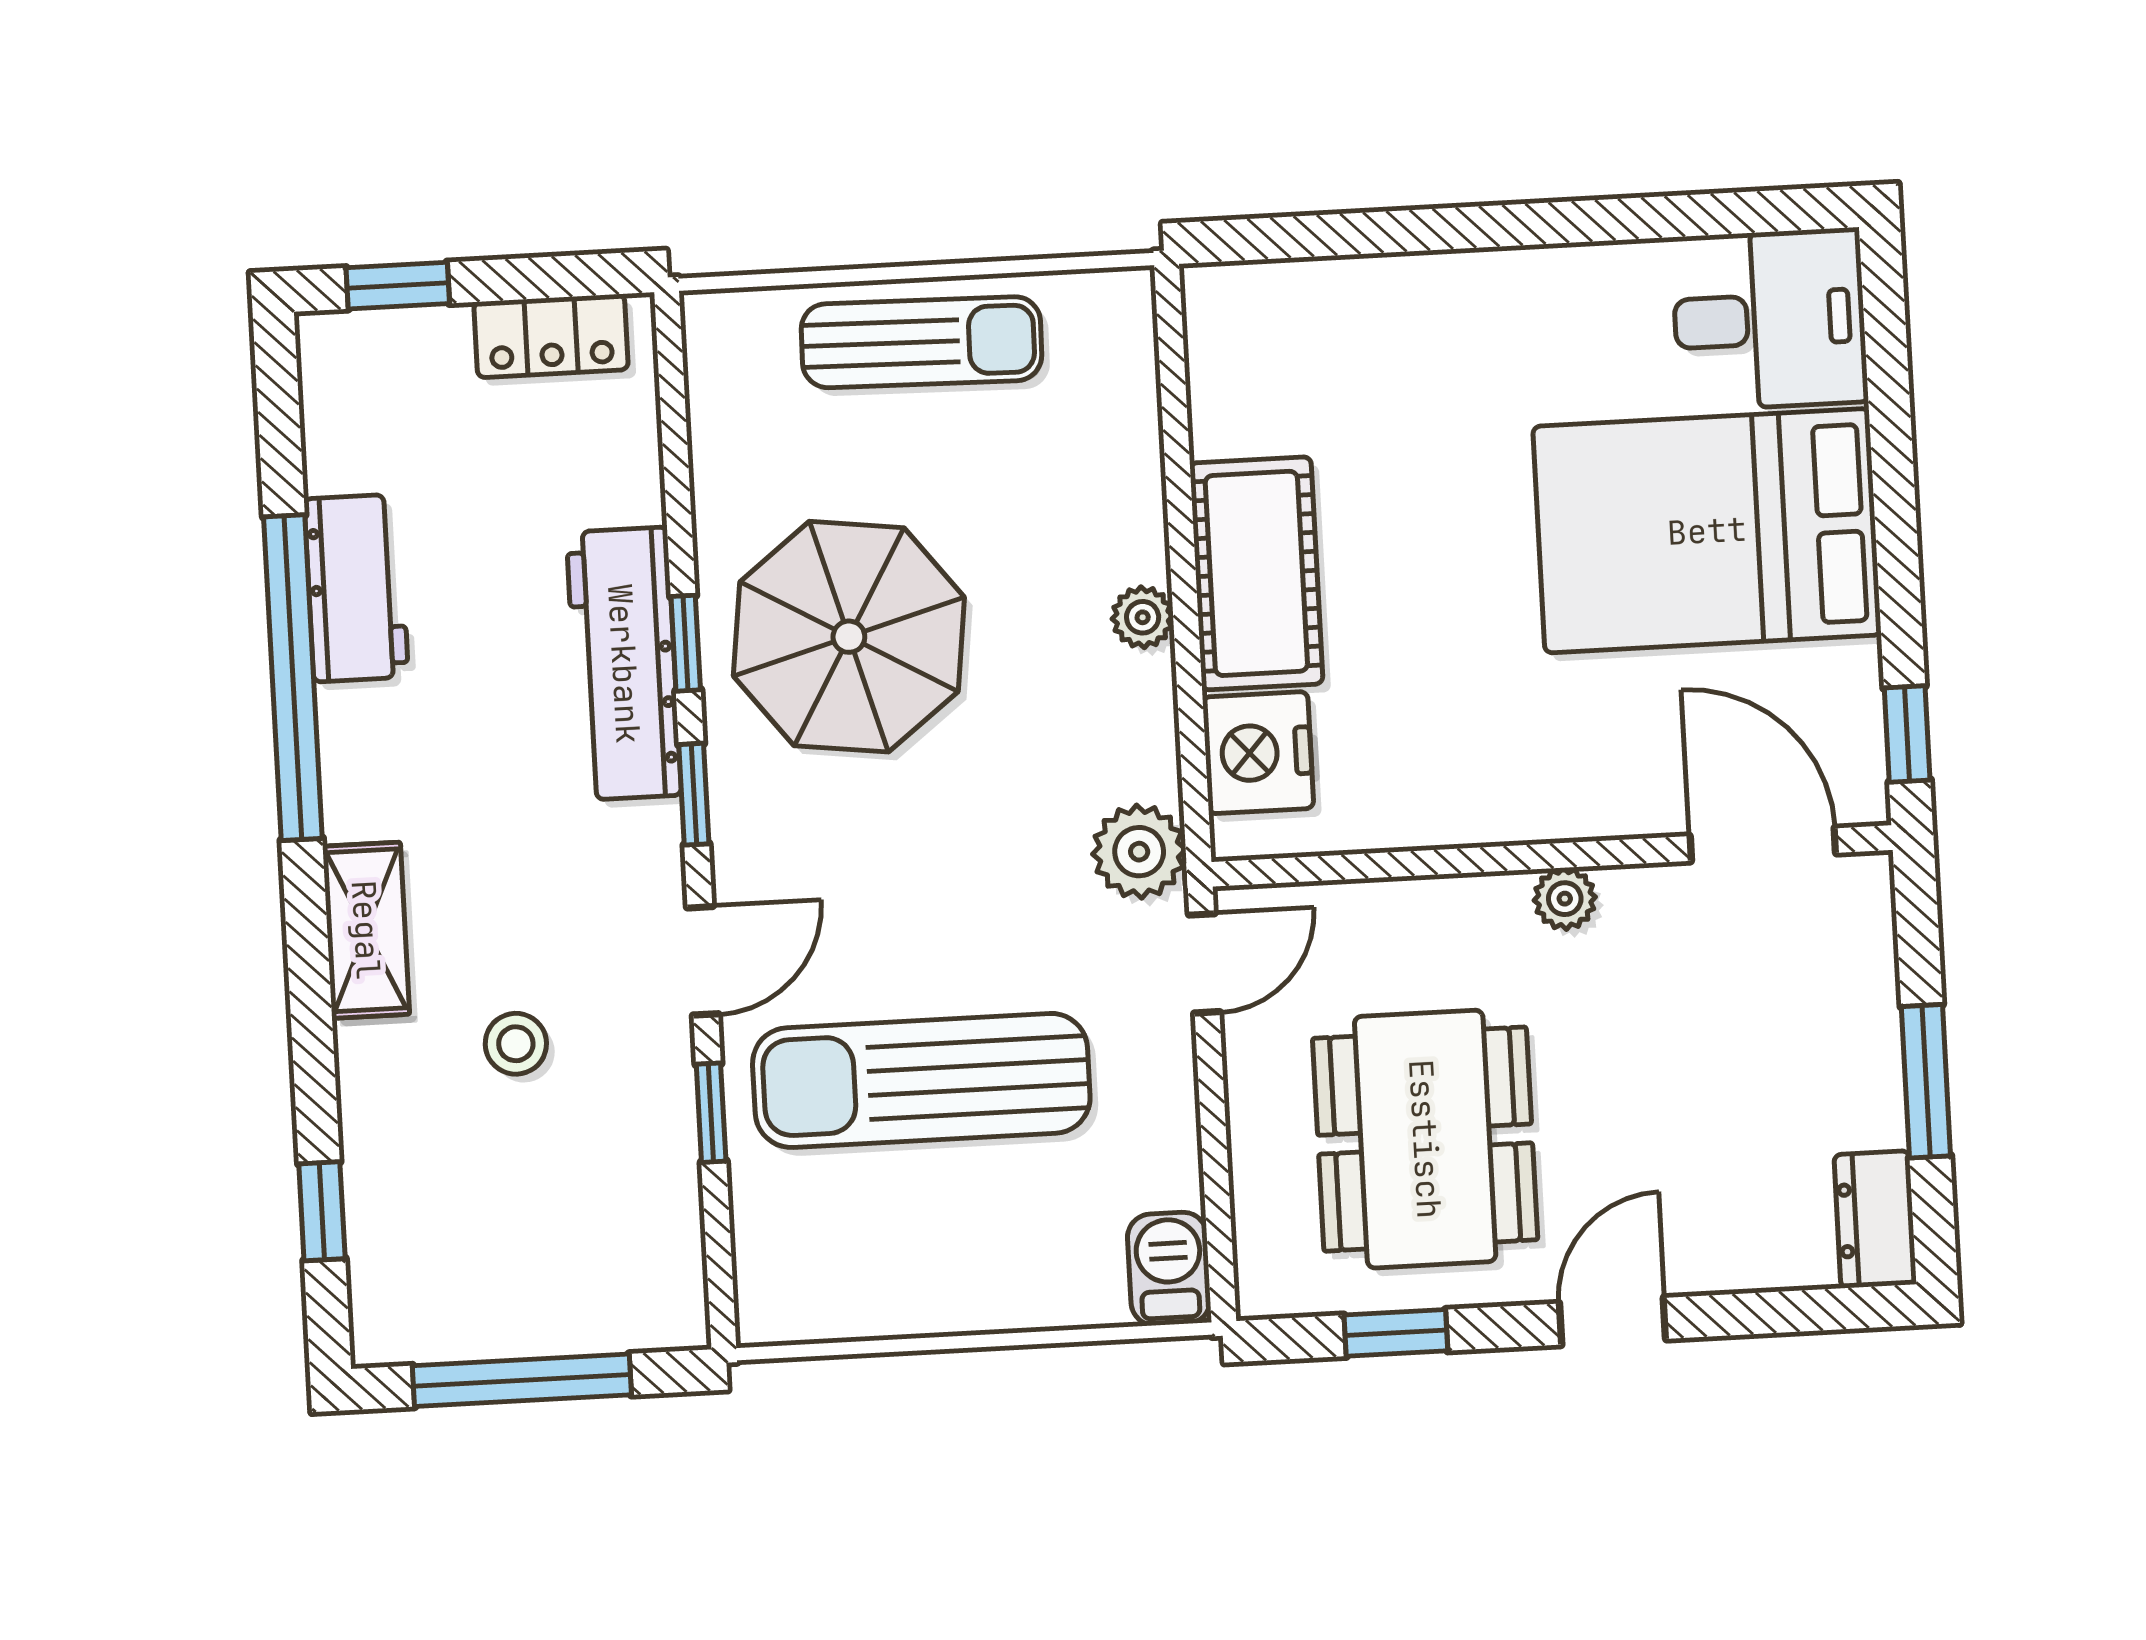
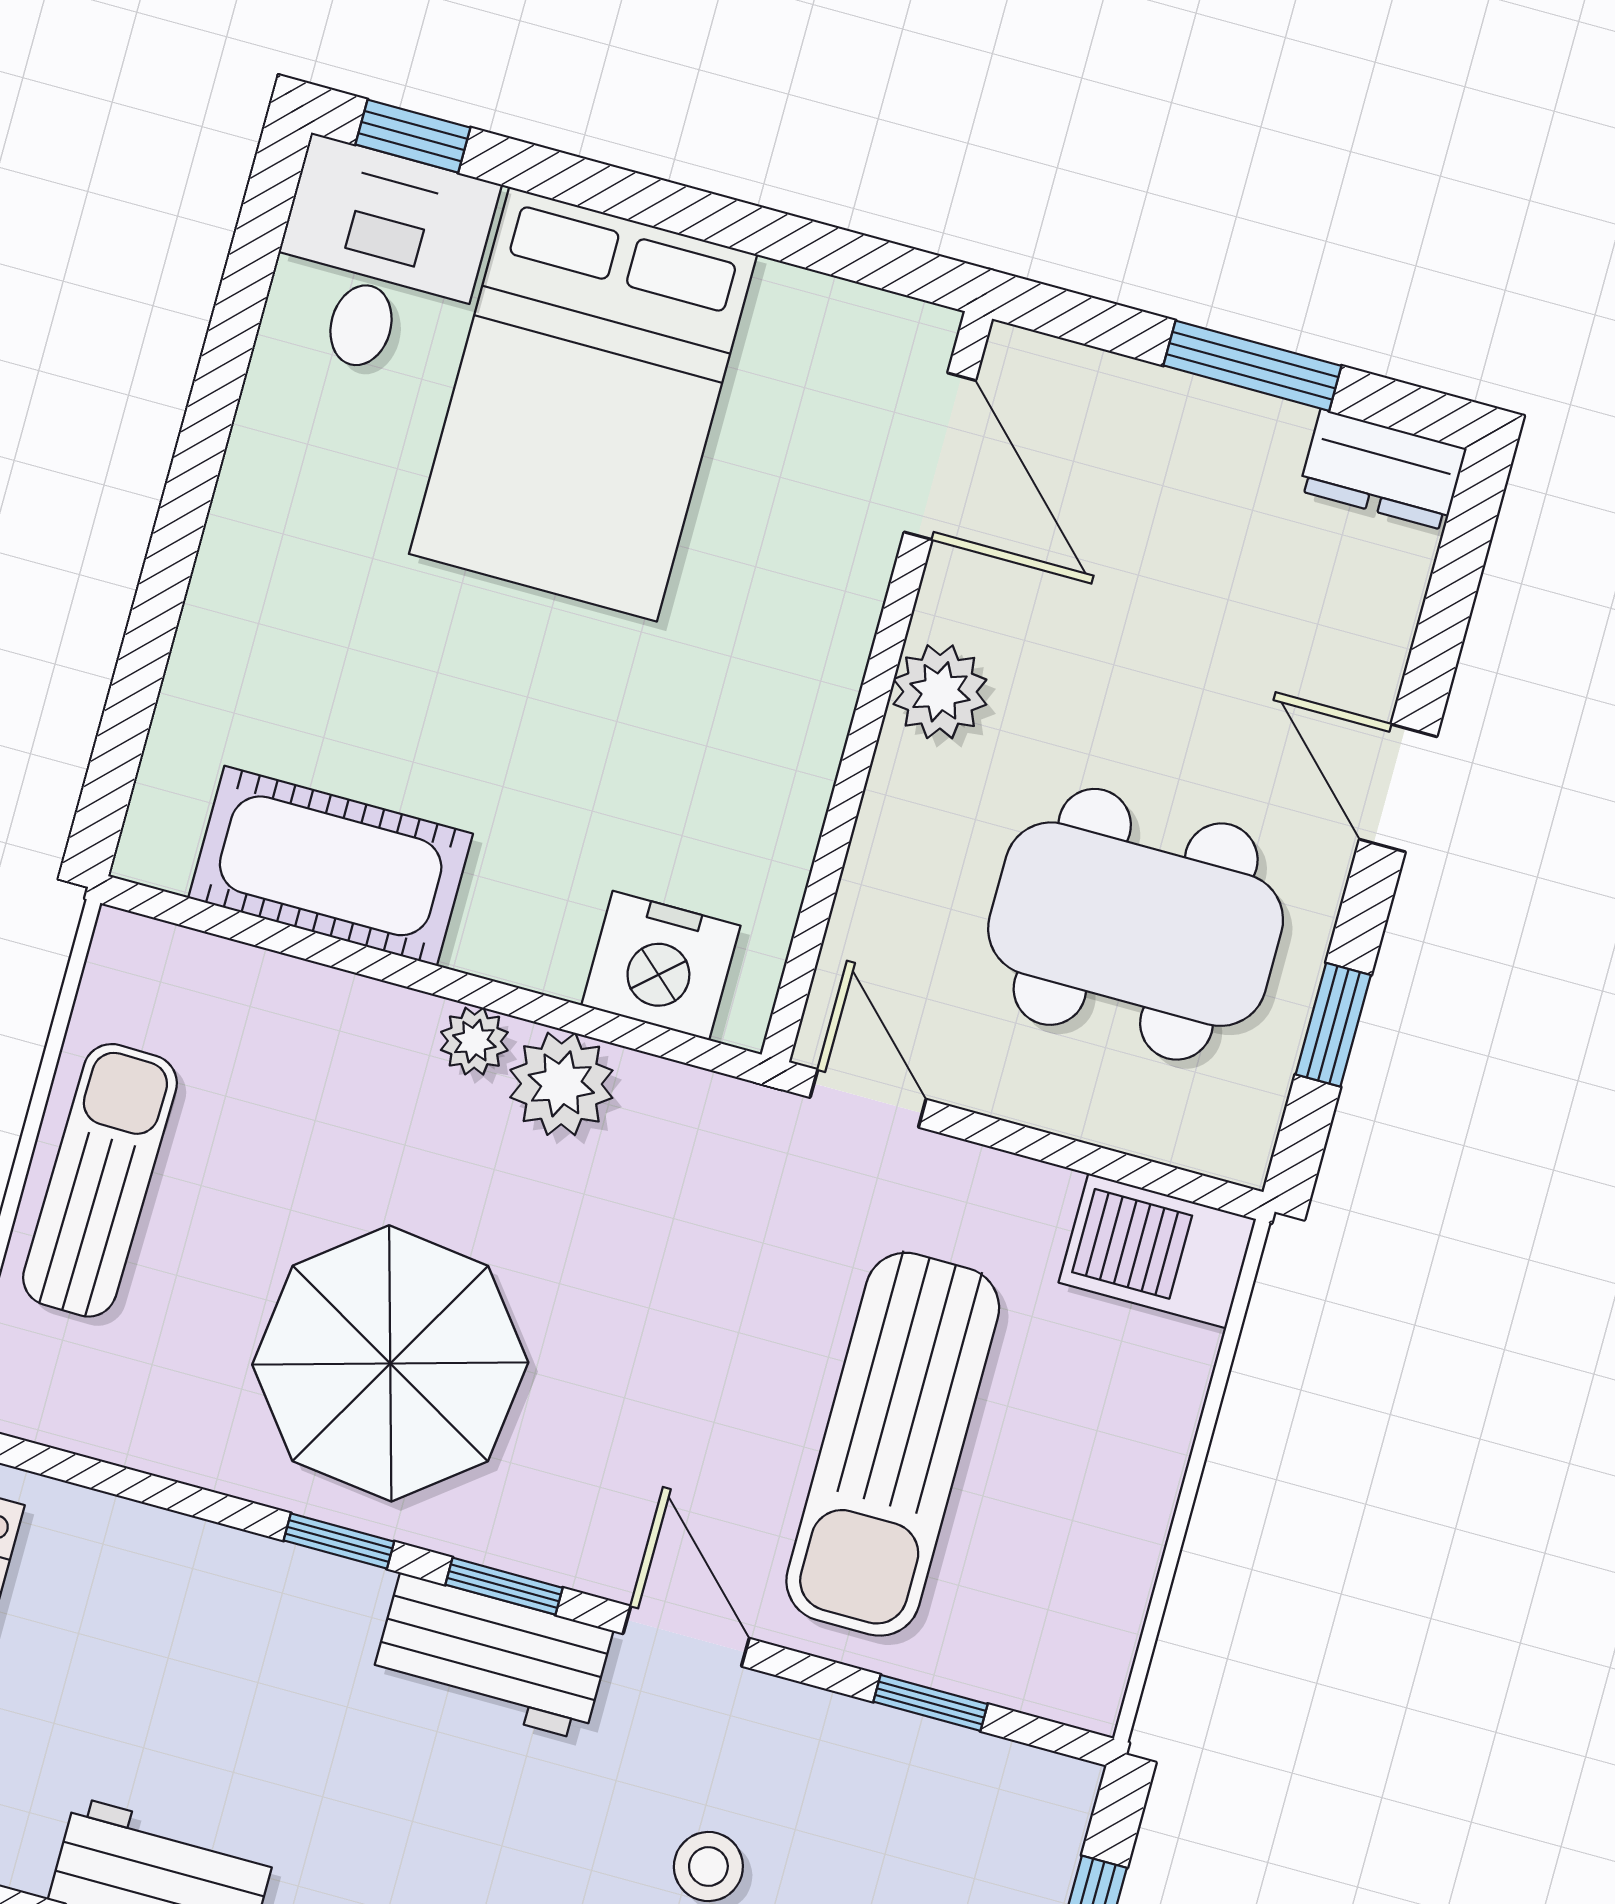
cot: (1256, 573) -> (331, 866), moved
workbench: (624, 664) -> (492, 1657), moved, width x0.73
window: (1907, 734) -> (413, 136), moved
door: (1763, 845) -> (940, 456), swing flipped
plant: (1139, 852) -> (561, 1084), moved
plant: (1565, 899) -> (940, 692), width x1.38, depth x1.38
window: (711, 1113) -> (931, 1703), moved
barbecue: (1169, 1269) -> (1157, 1251), width x1.38, depth x1.27

